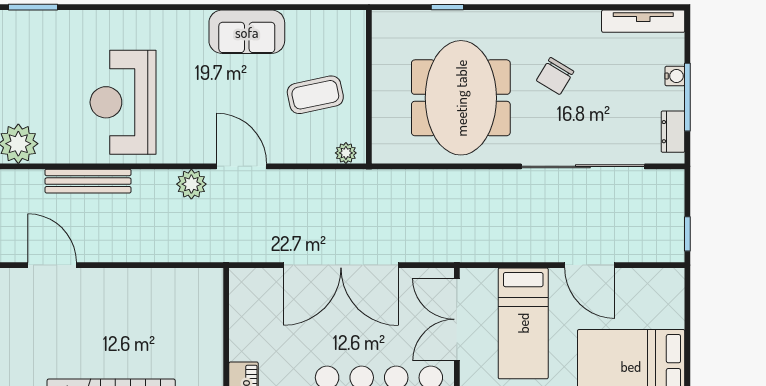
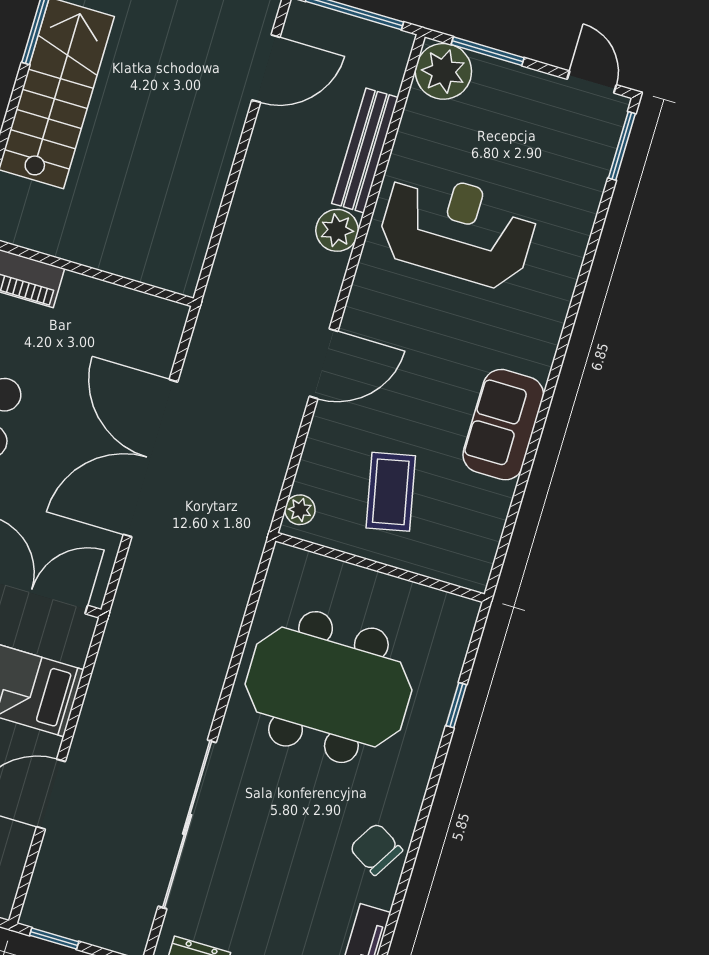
chair: (555, 76) -> (376, 849), moved
plant: (191, 184) -> (337, 230), moved

